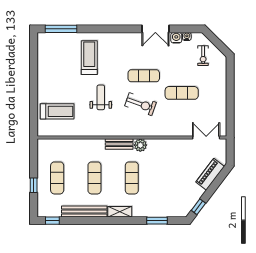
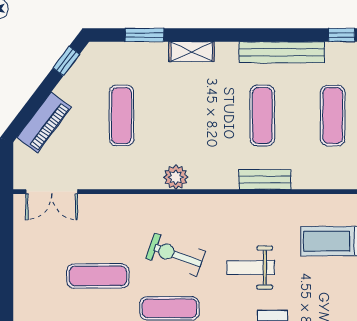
weight bench: (101, 97) -> (250, 268), turned 90
bench: (119, 144) -> (265, 180), moved
exercise mat: (132, 178) -> (122, 116), moved
shelving: (120, 212) -> (192, 52), moved

